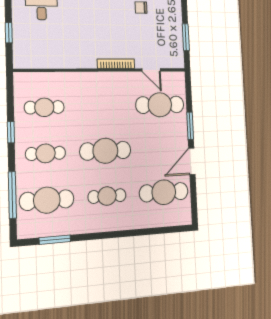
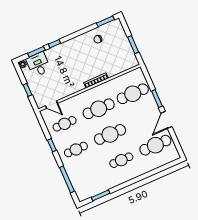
door: (151, 70) -> (51, 105), moved
cafe table: (47, 200) -> (99, 109), moved

